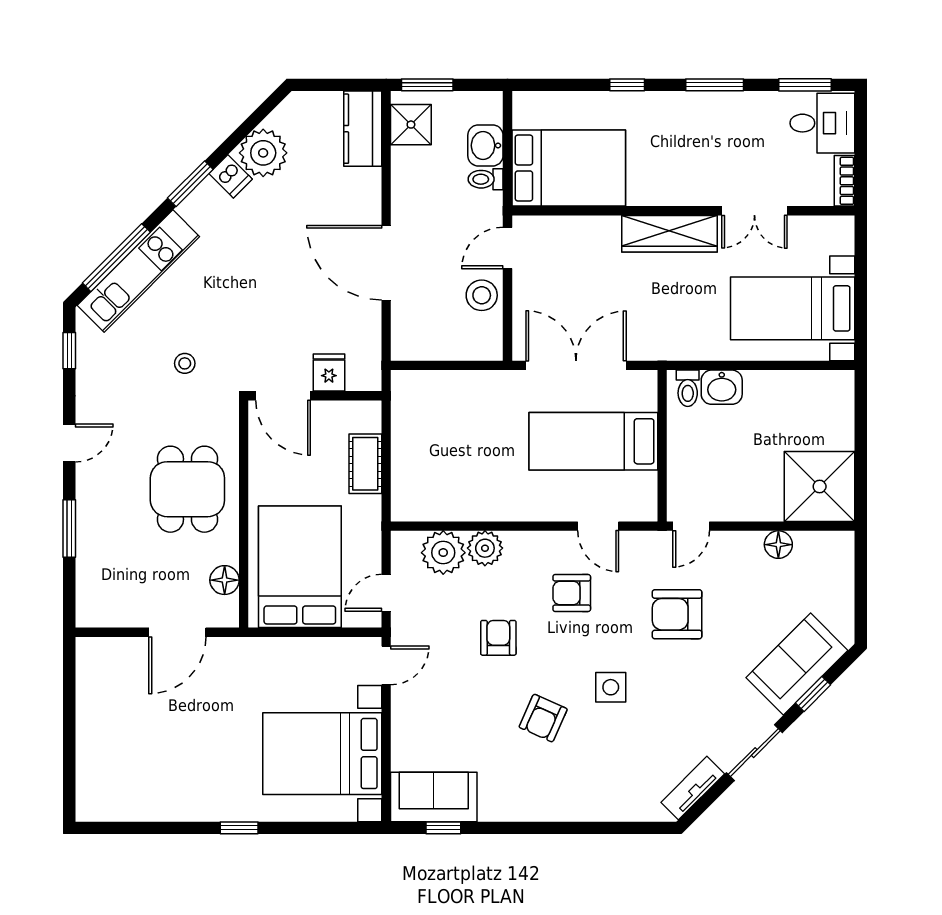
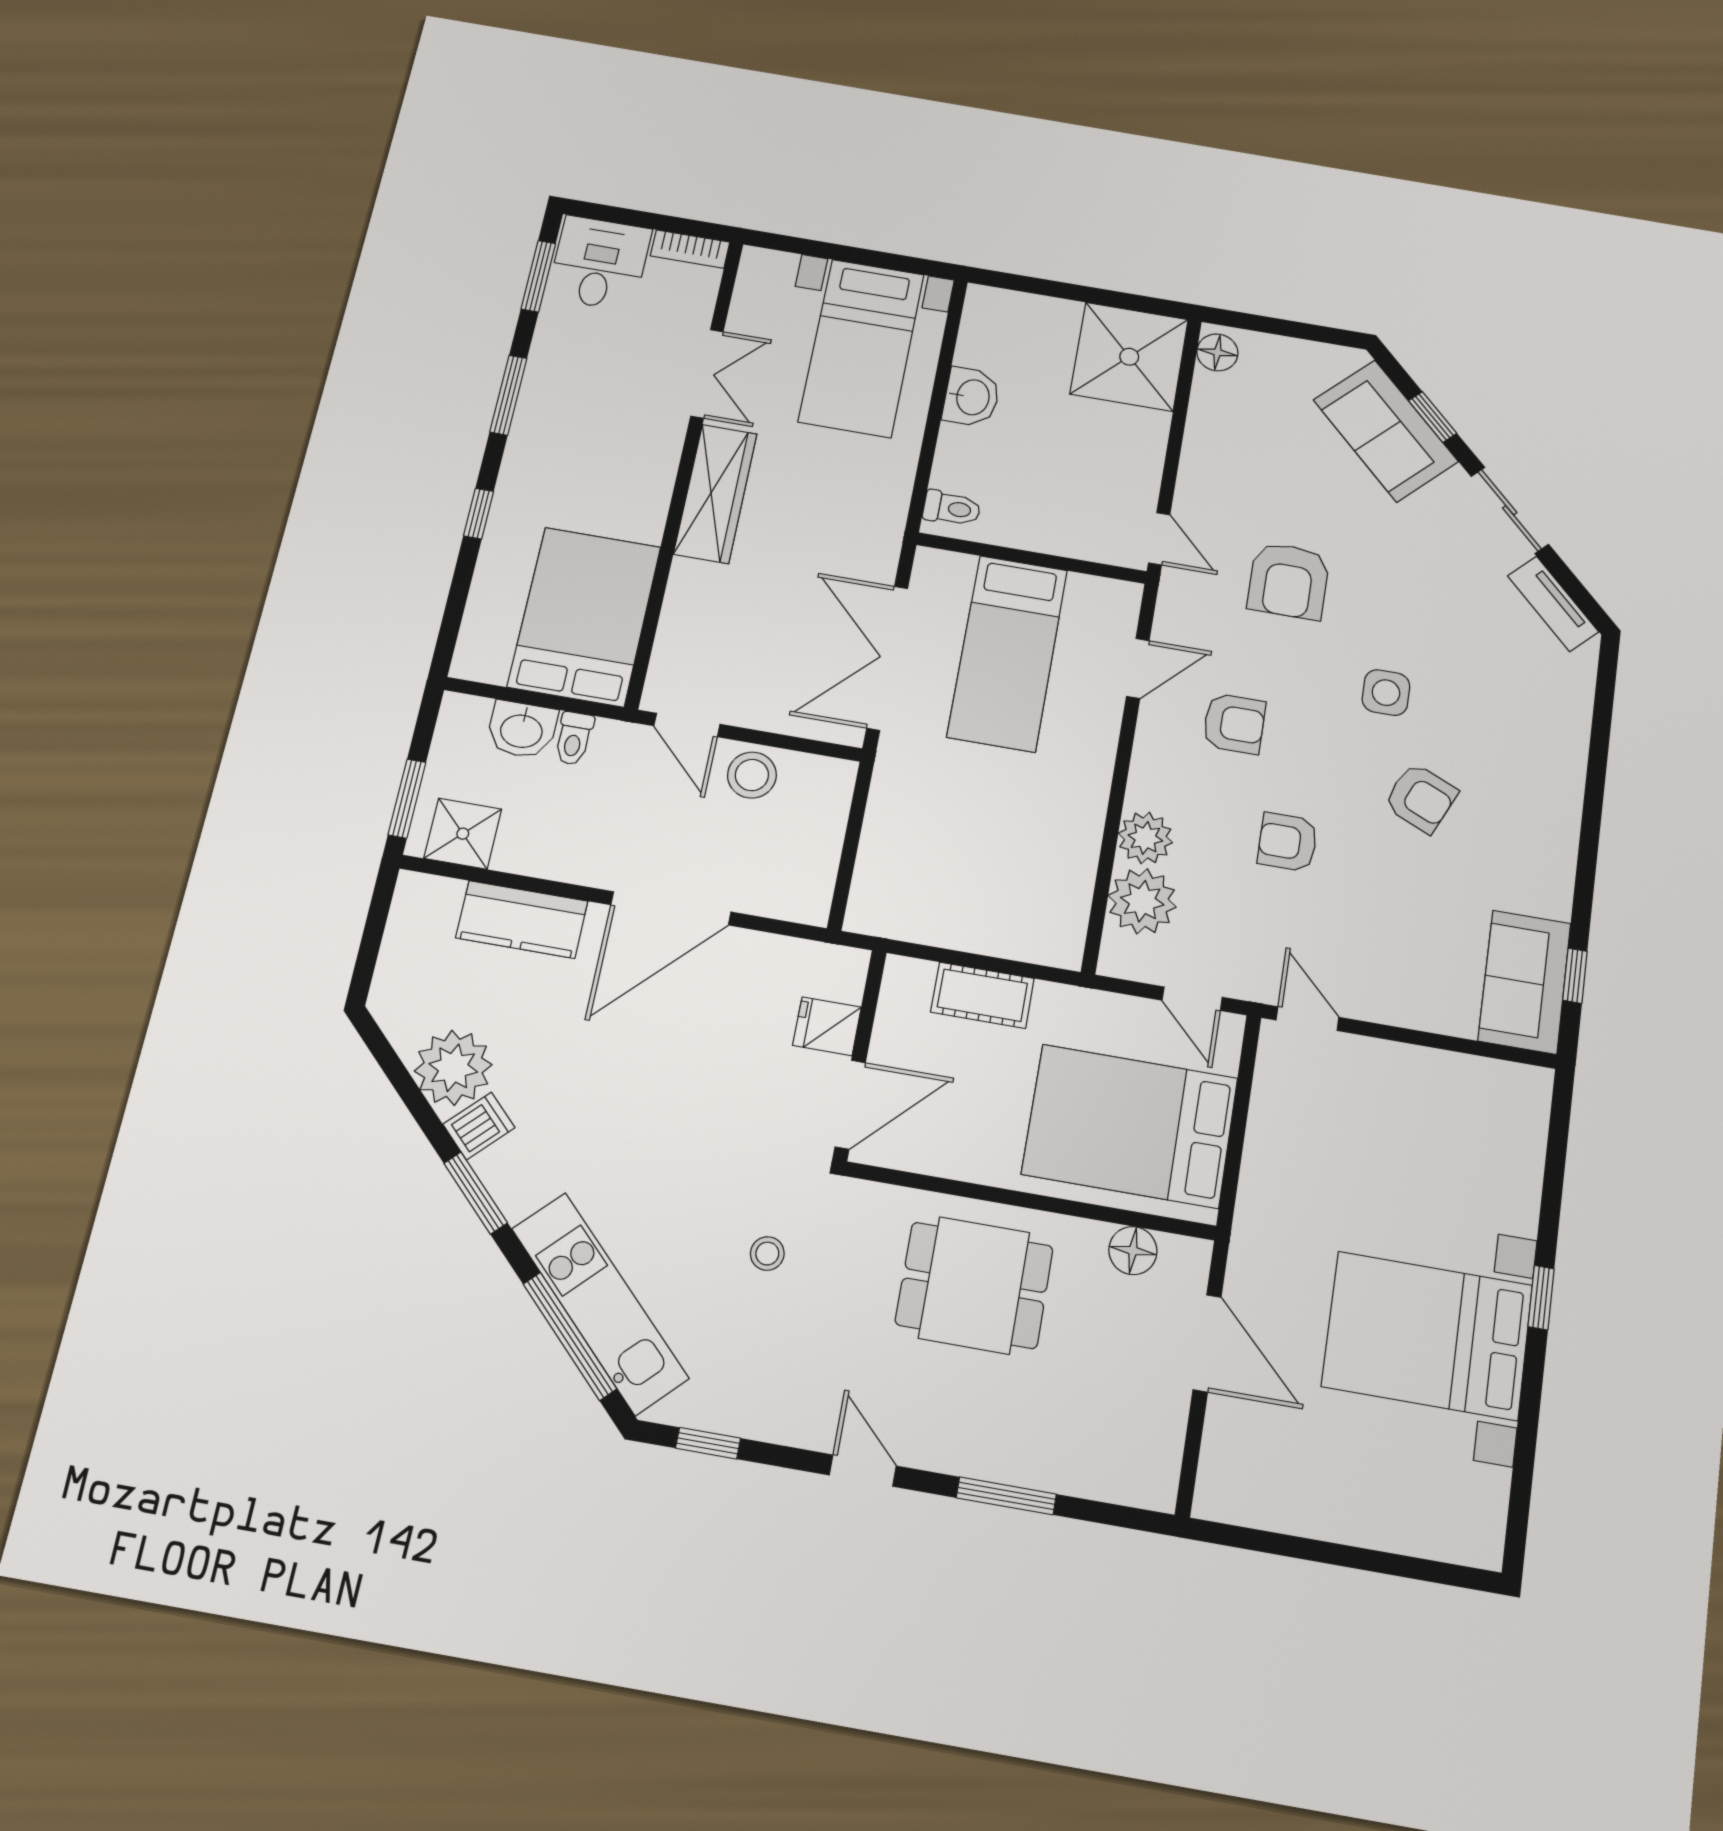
kitchen counter: (363, 129) -> (522, 919), moved
washbasin: (722, 387) -> (971, 397), moved
floor lamp: (778, 545) -> (1217, 352), moved
armchair: (572, 593) -> (1234, 724), turned -90
bed with nightstands: (322, 754) -> (1427, 1336), moved, turned 90

